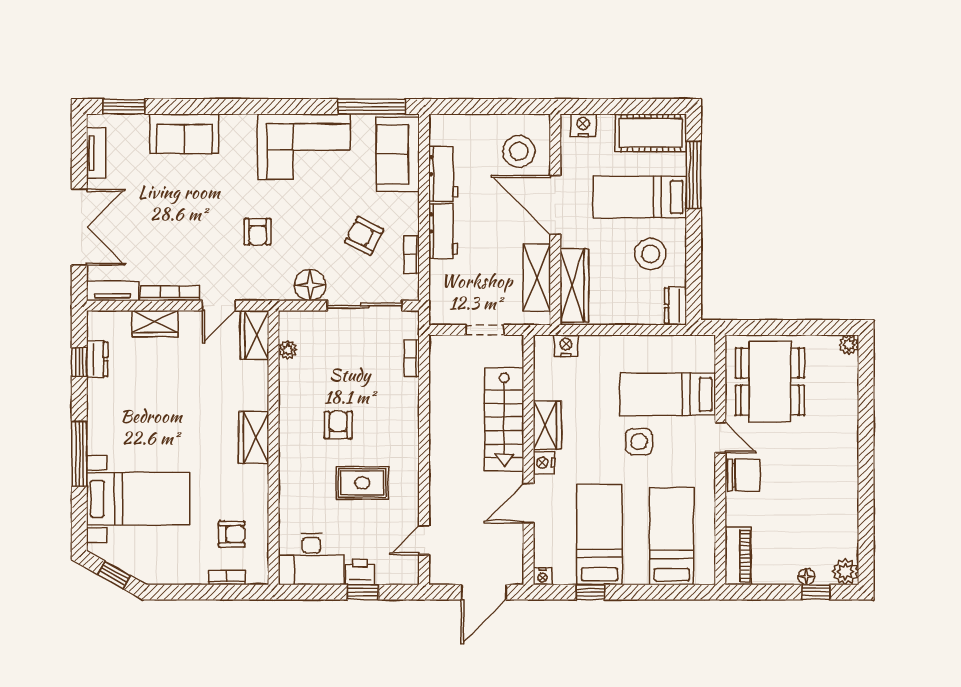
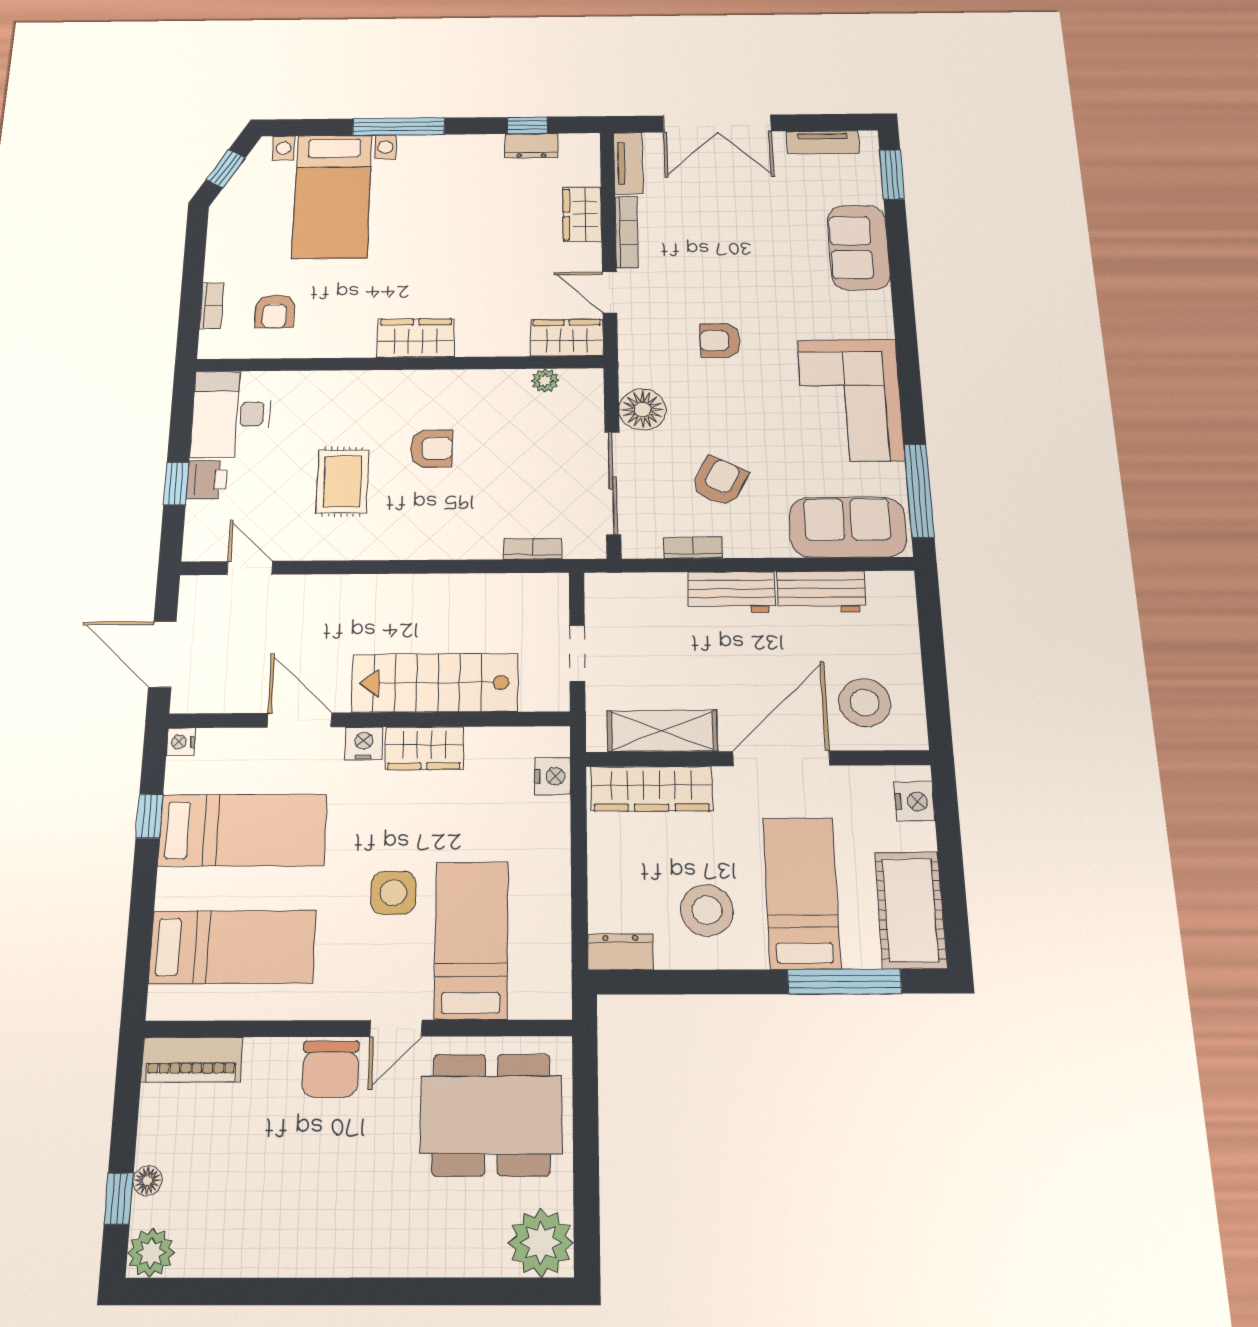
plant: (849, 345) -> (541, 1243), width x1.88, depth x1.88

